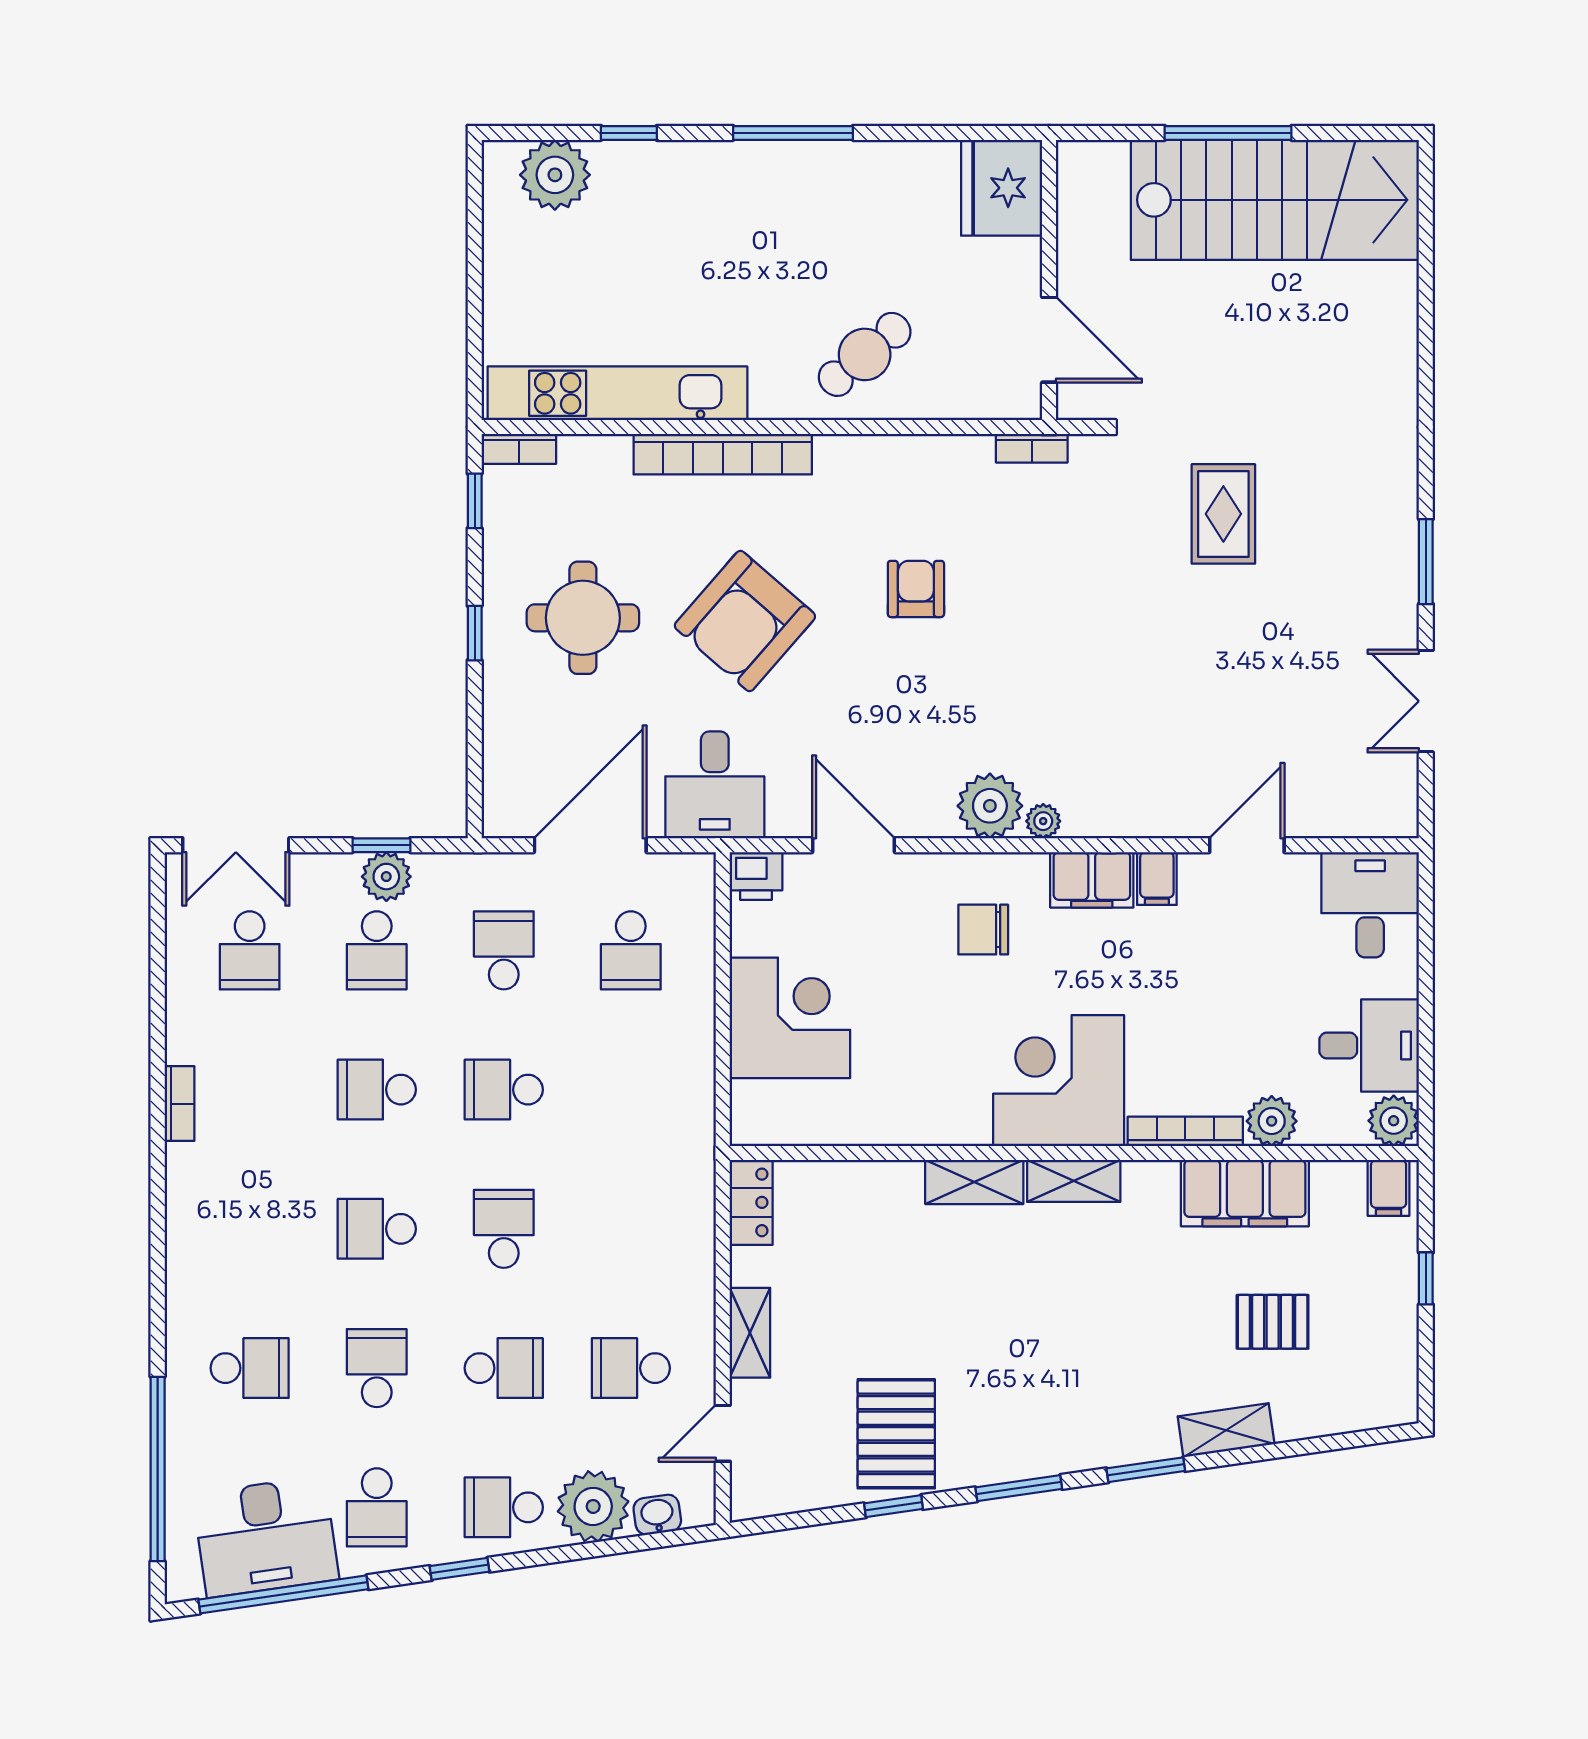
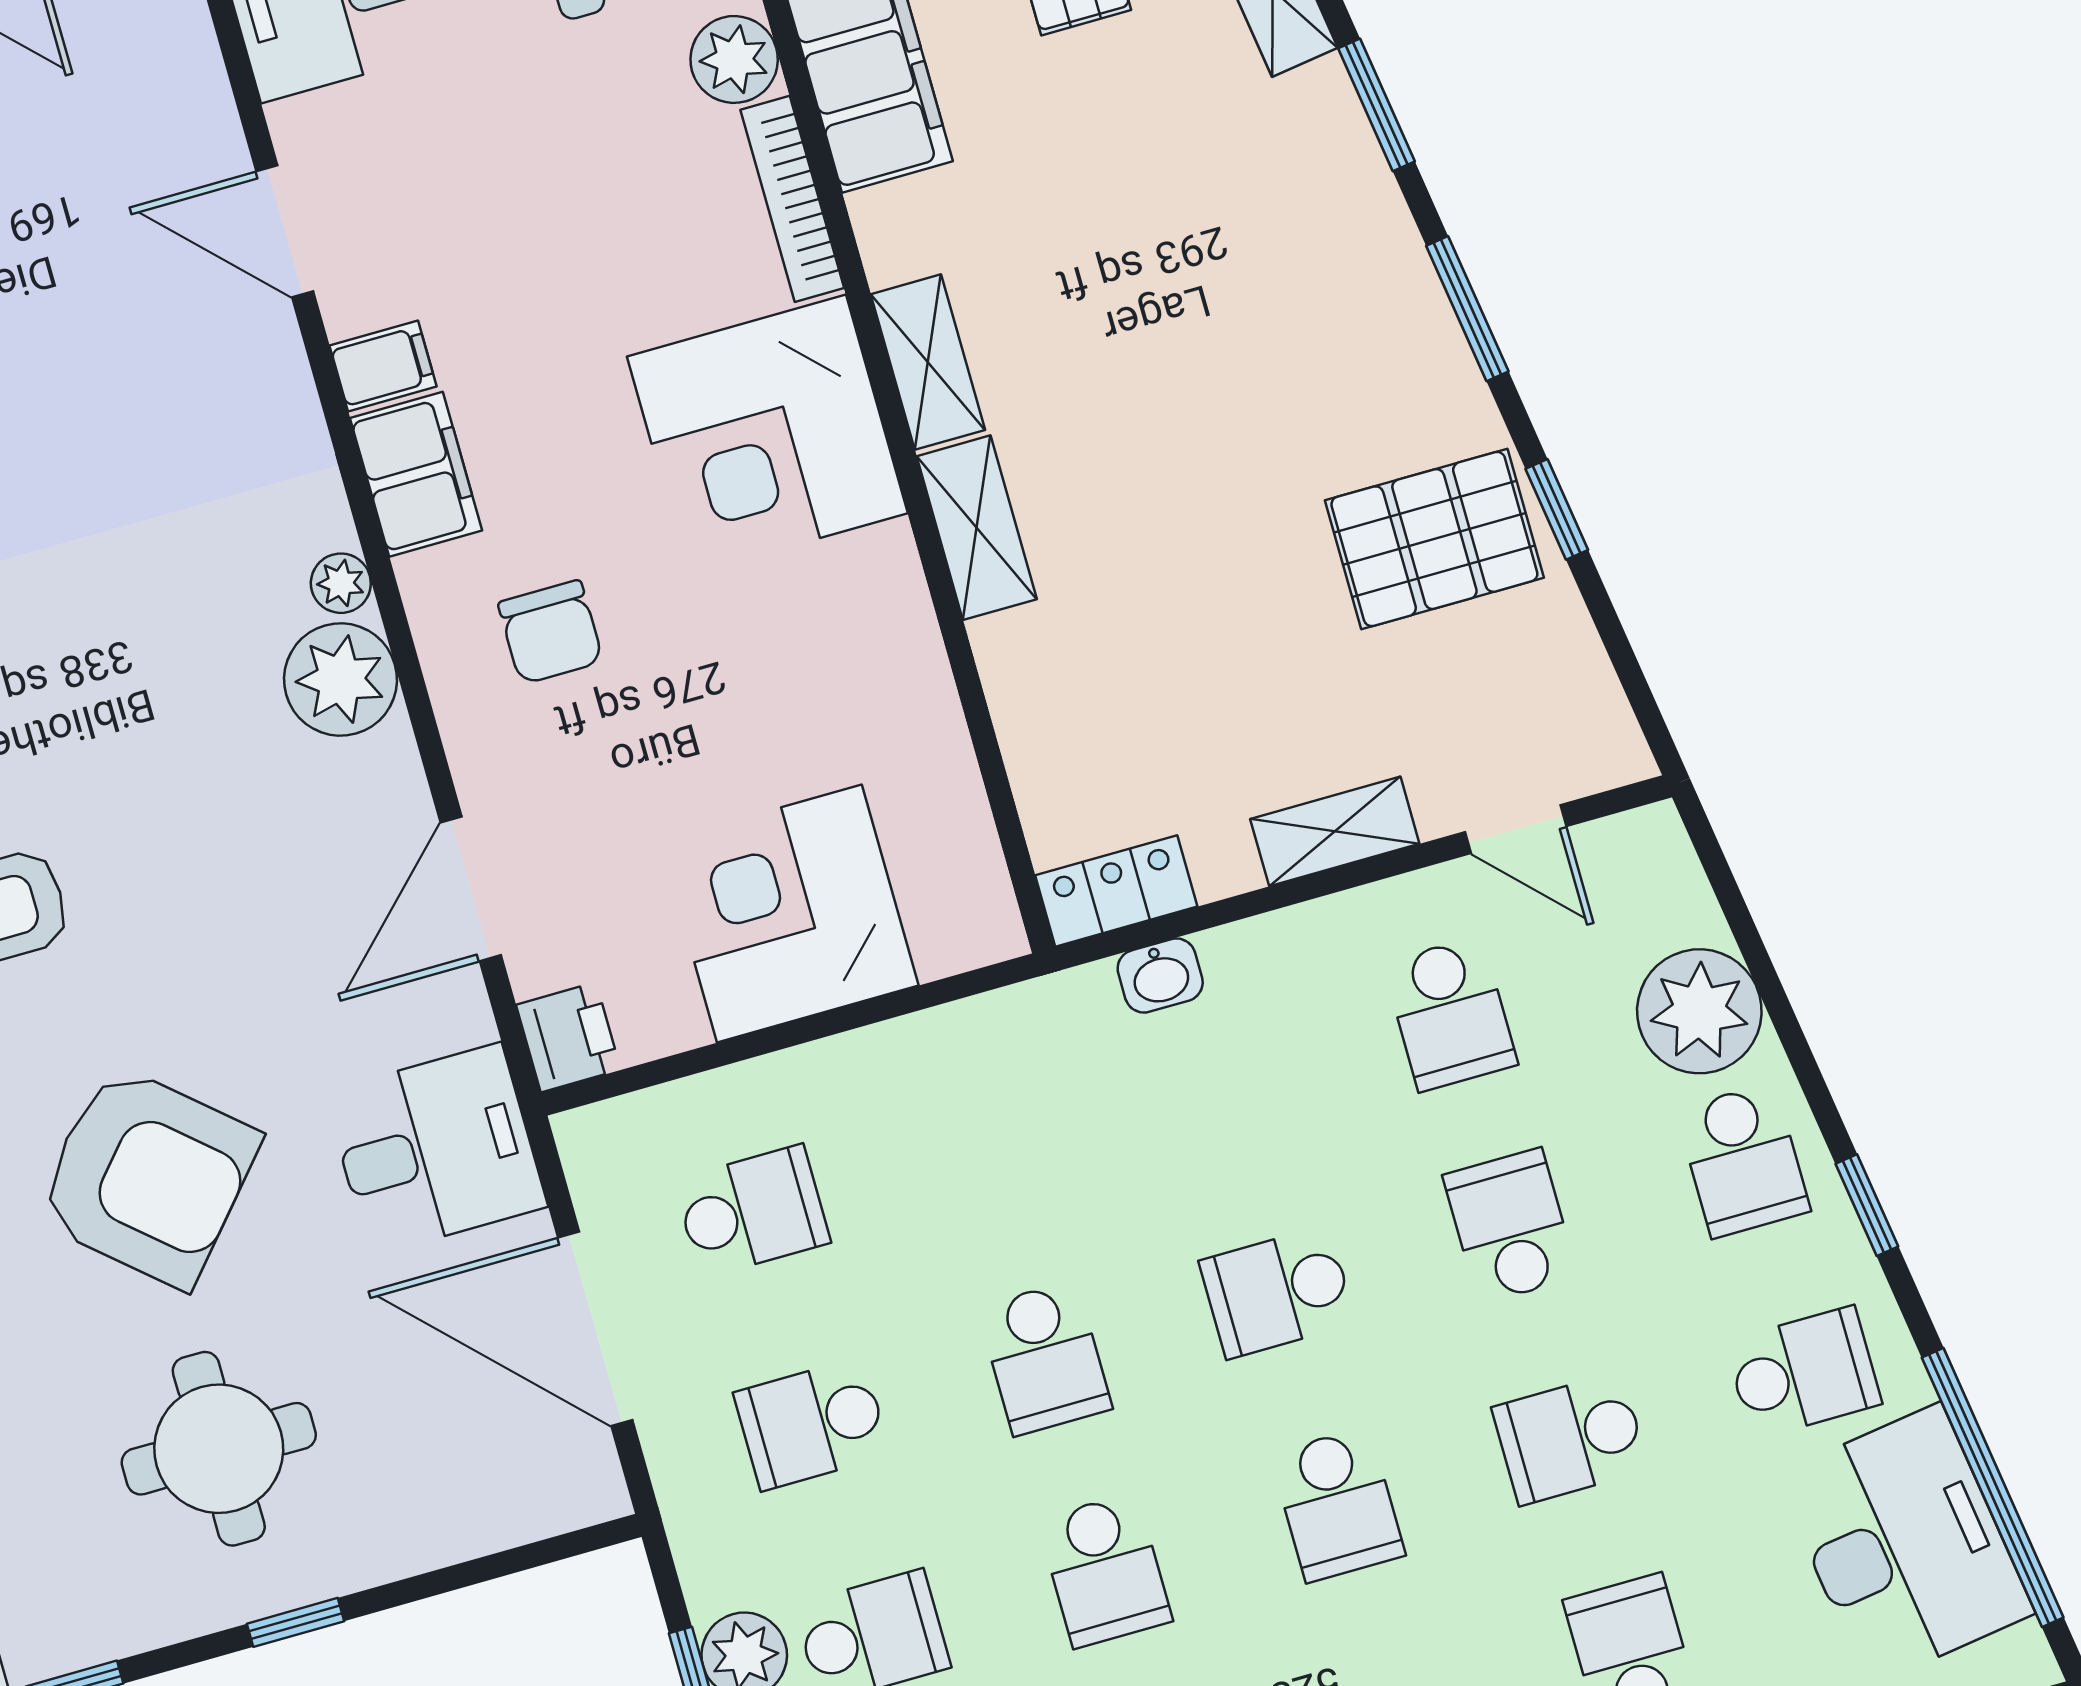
washbasin: (657, 1515) -> (1160, 976), moved, turned -82

